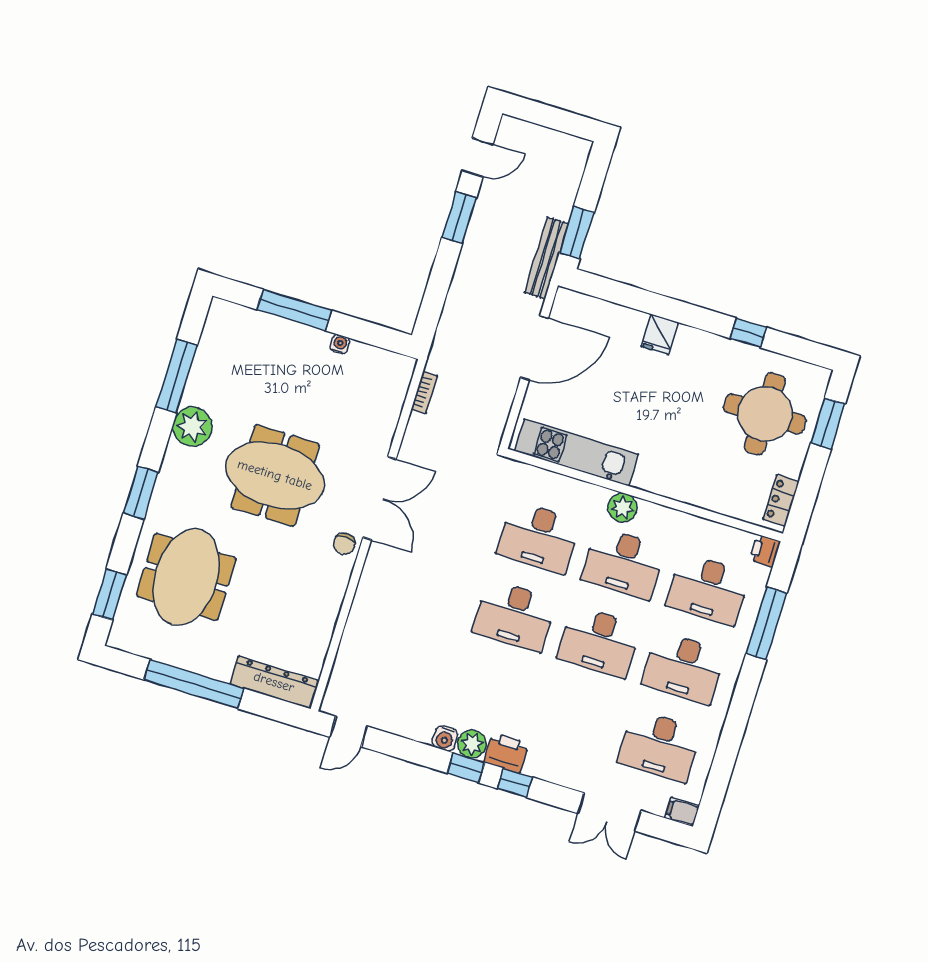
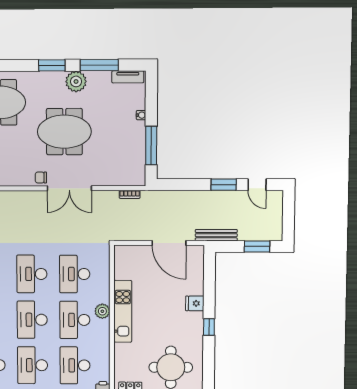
window: (577, 233) -> (257, 246), moved
window: (294, 310) -> (151, 146), moved
tv unit: (213, 331) -> (128, 77), added
window: (748, 333) -> (209, 327), moved
water cooler: (340, 344) -> (141, 115), moved
kitchen unit: (577, 453) -> (123, 311), moved
meeting table: (275, 475) -> (64, 132), turned 90
window: (141, 493) -> (52, 65), moved

